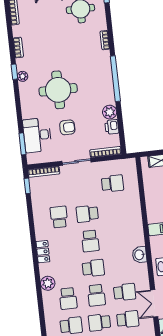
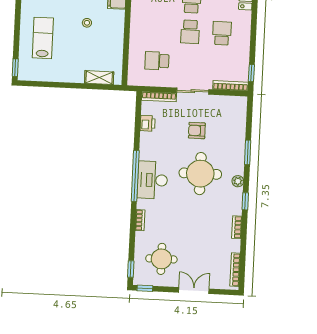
plant: (23, 76) -> (238, 181), moved
plant: (110, 112) -> (147, 140), removed
desk: (37, 135) -> (152, 180), moved, turned 180
window: (22, 144) -> (248, 152), moved
school desk: (87, 214) -> (190, 32), turned 90
school desk: (59, 217) -> (222, 33), turned 180

